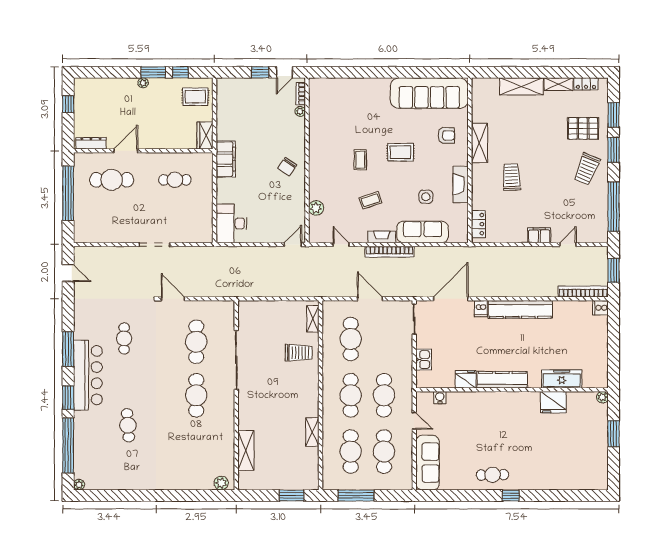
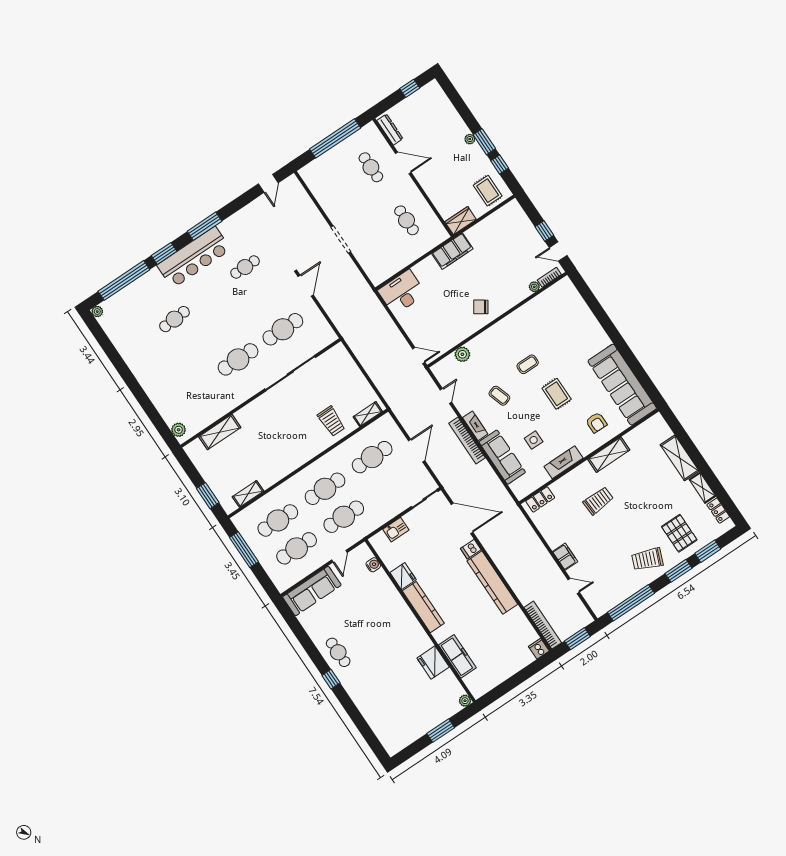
cafe table: (112, 180) -> (371, 167), width x0.73, depth x0.74
shelving: (312, 432) -> (248, 494), moved

